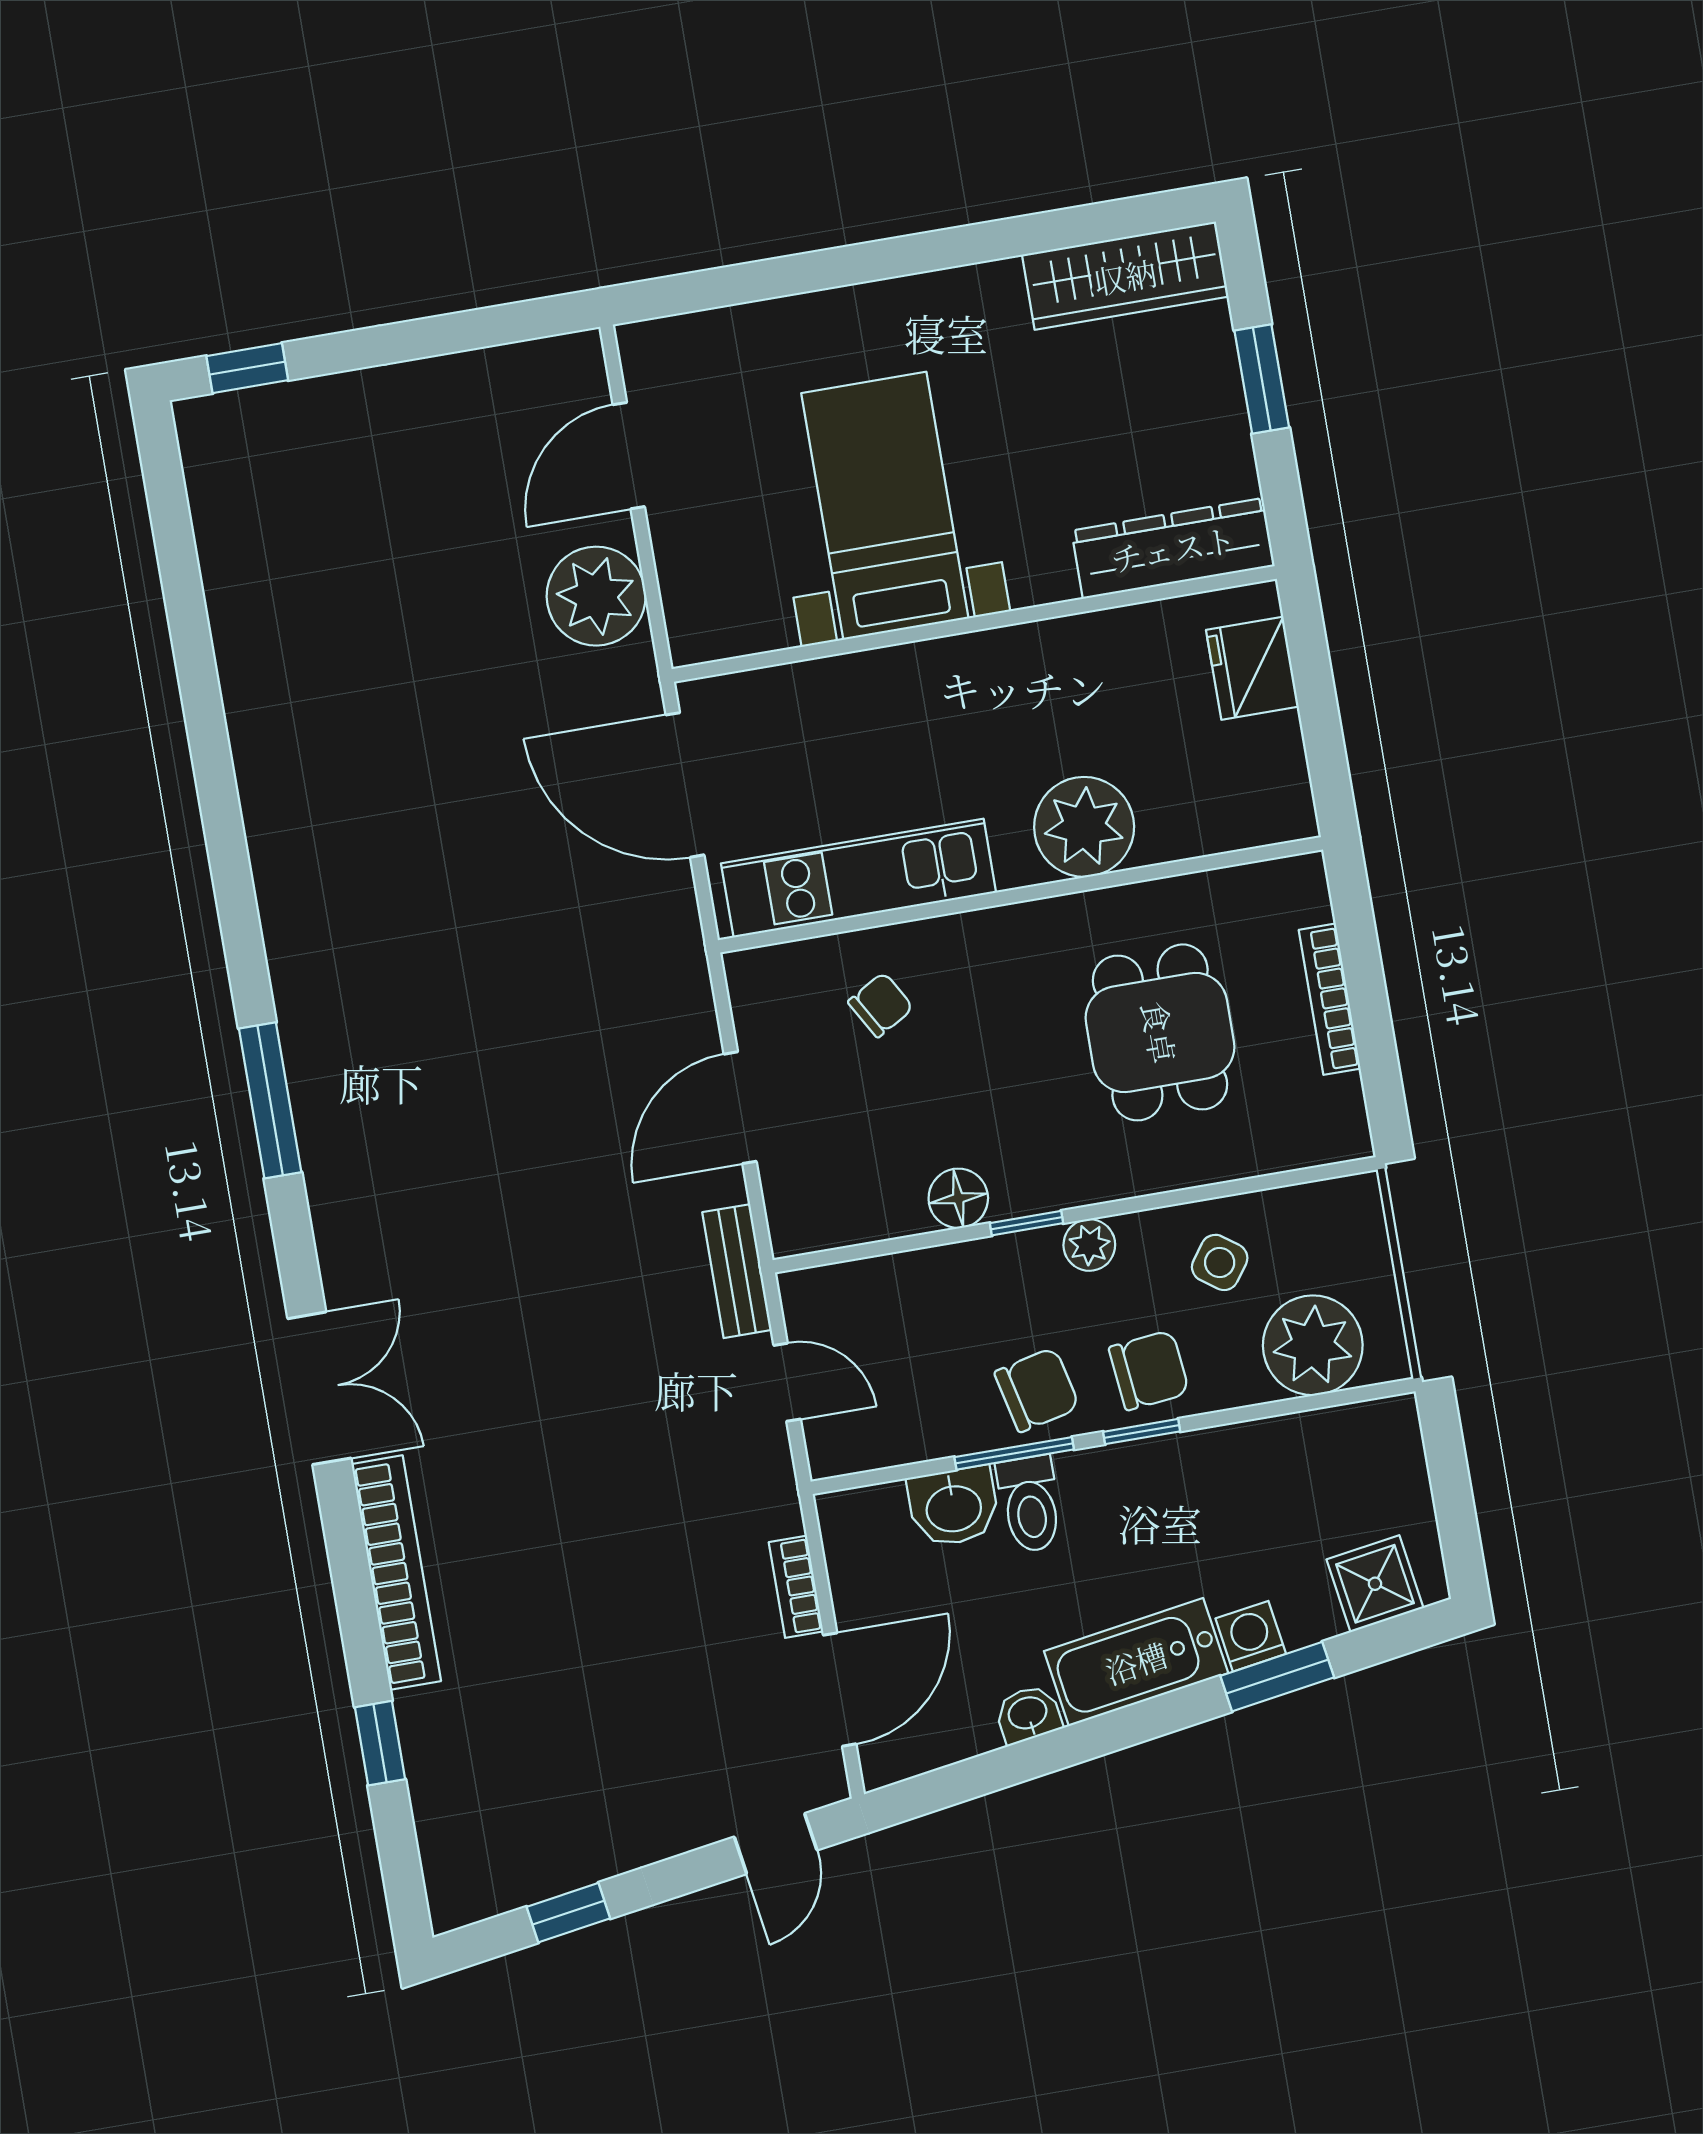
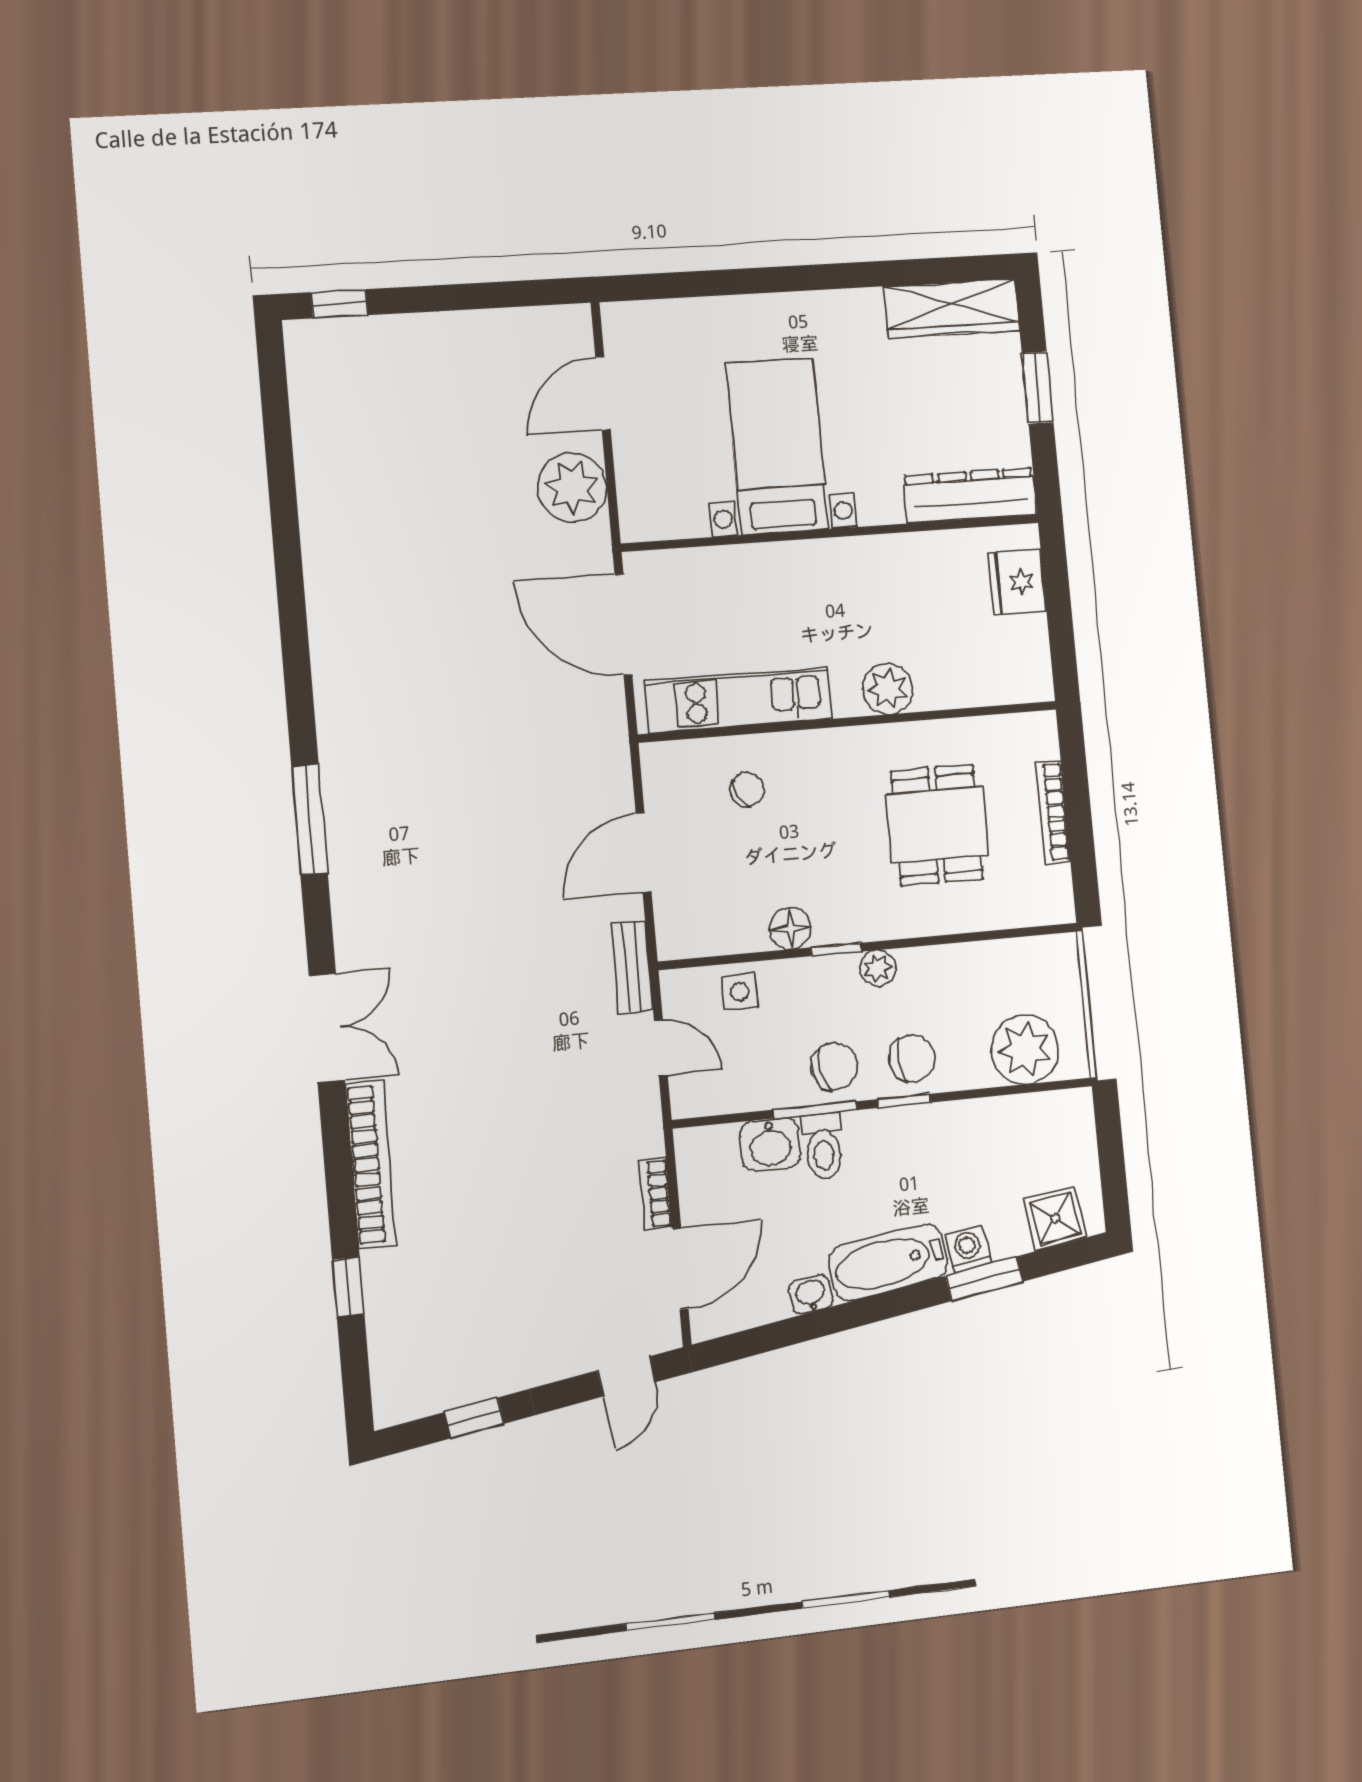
plant: (1084, 827) -> (888, 689), width x0.73, depth x0.73
side table: (1220, 1262) -> (740, 992), moved, turned -36

